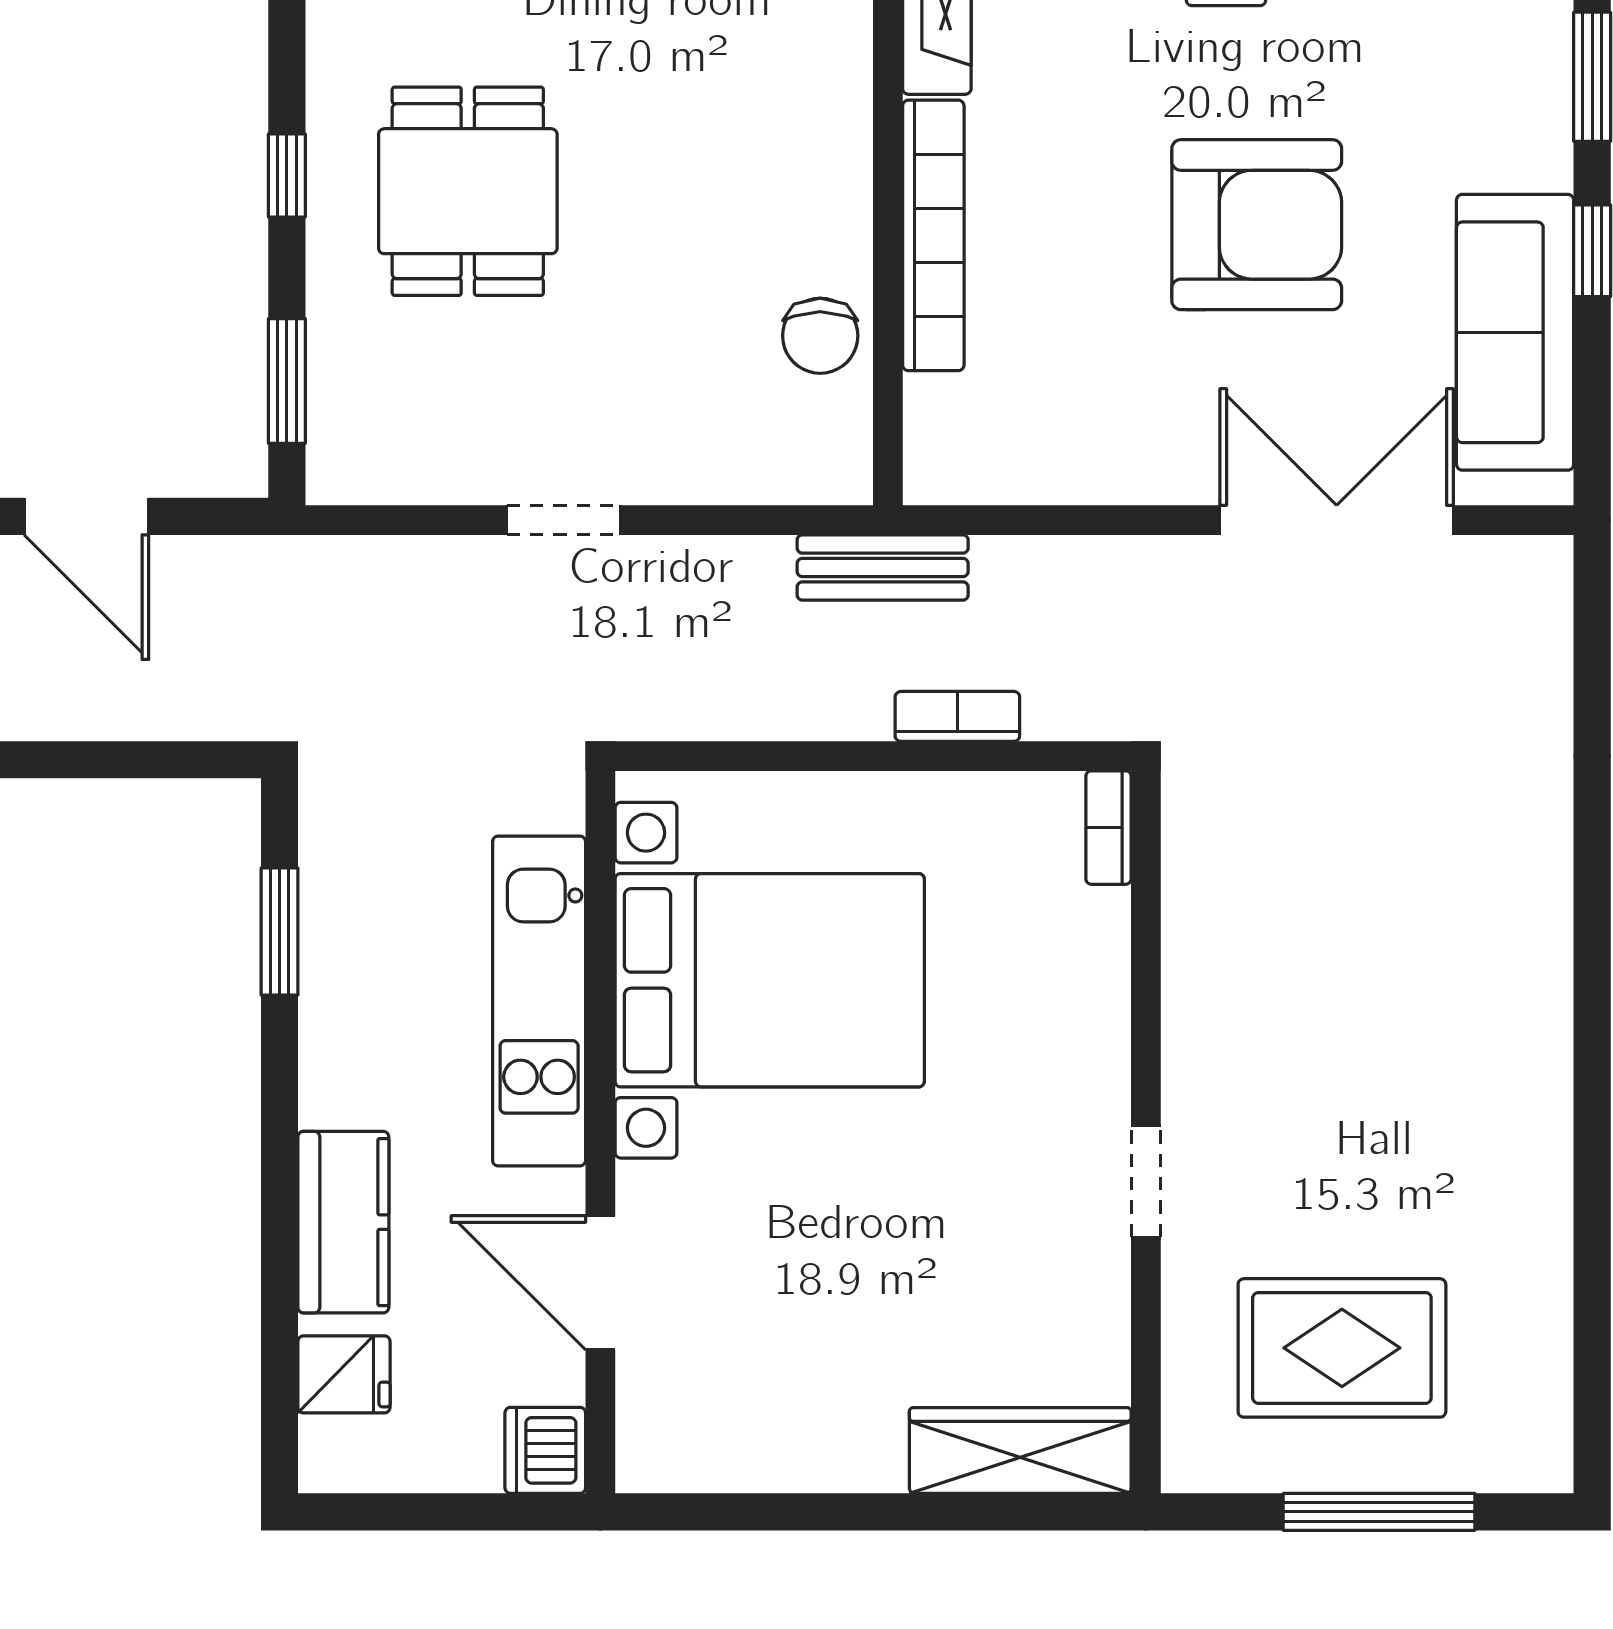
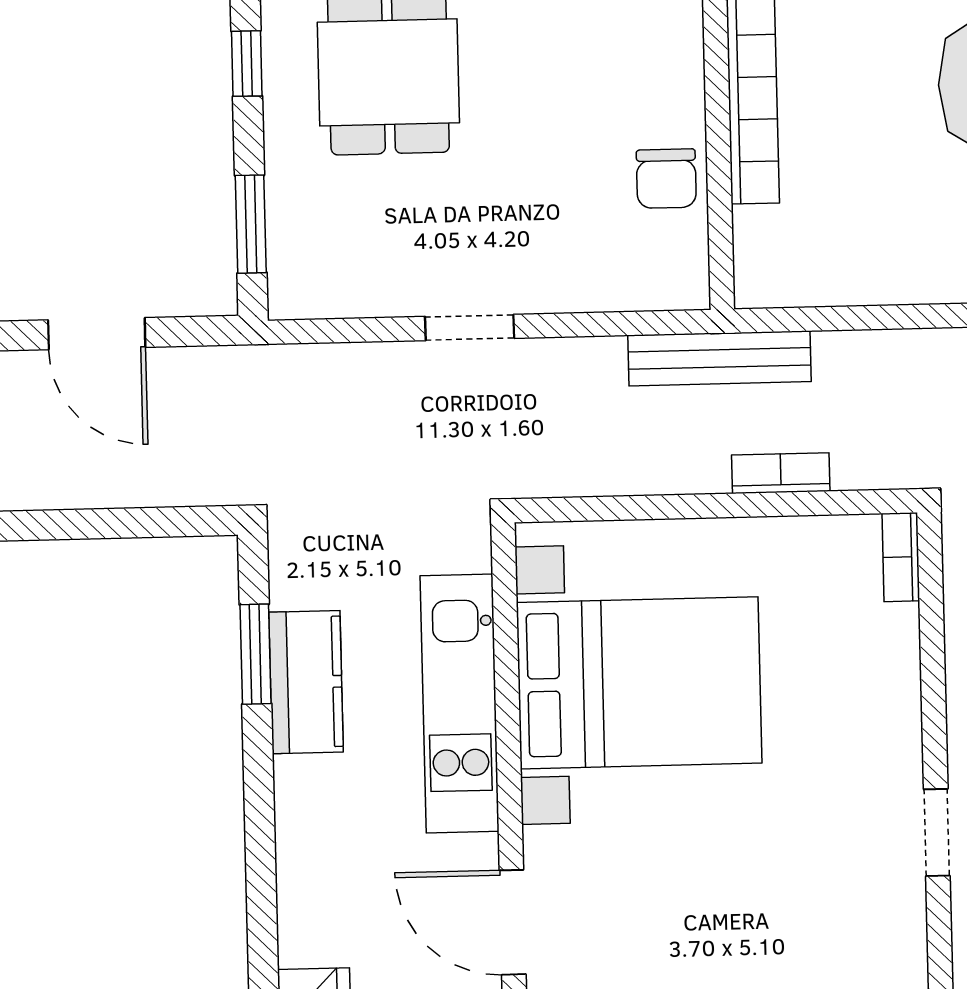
bench: (883, 567) -> (719, 358), width x1.36
kitchen counter: (343, 1222) -> (306, 682), moved

